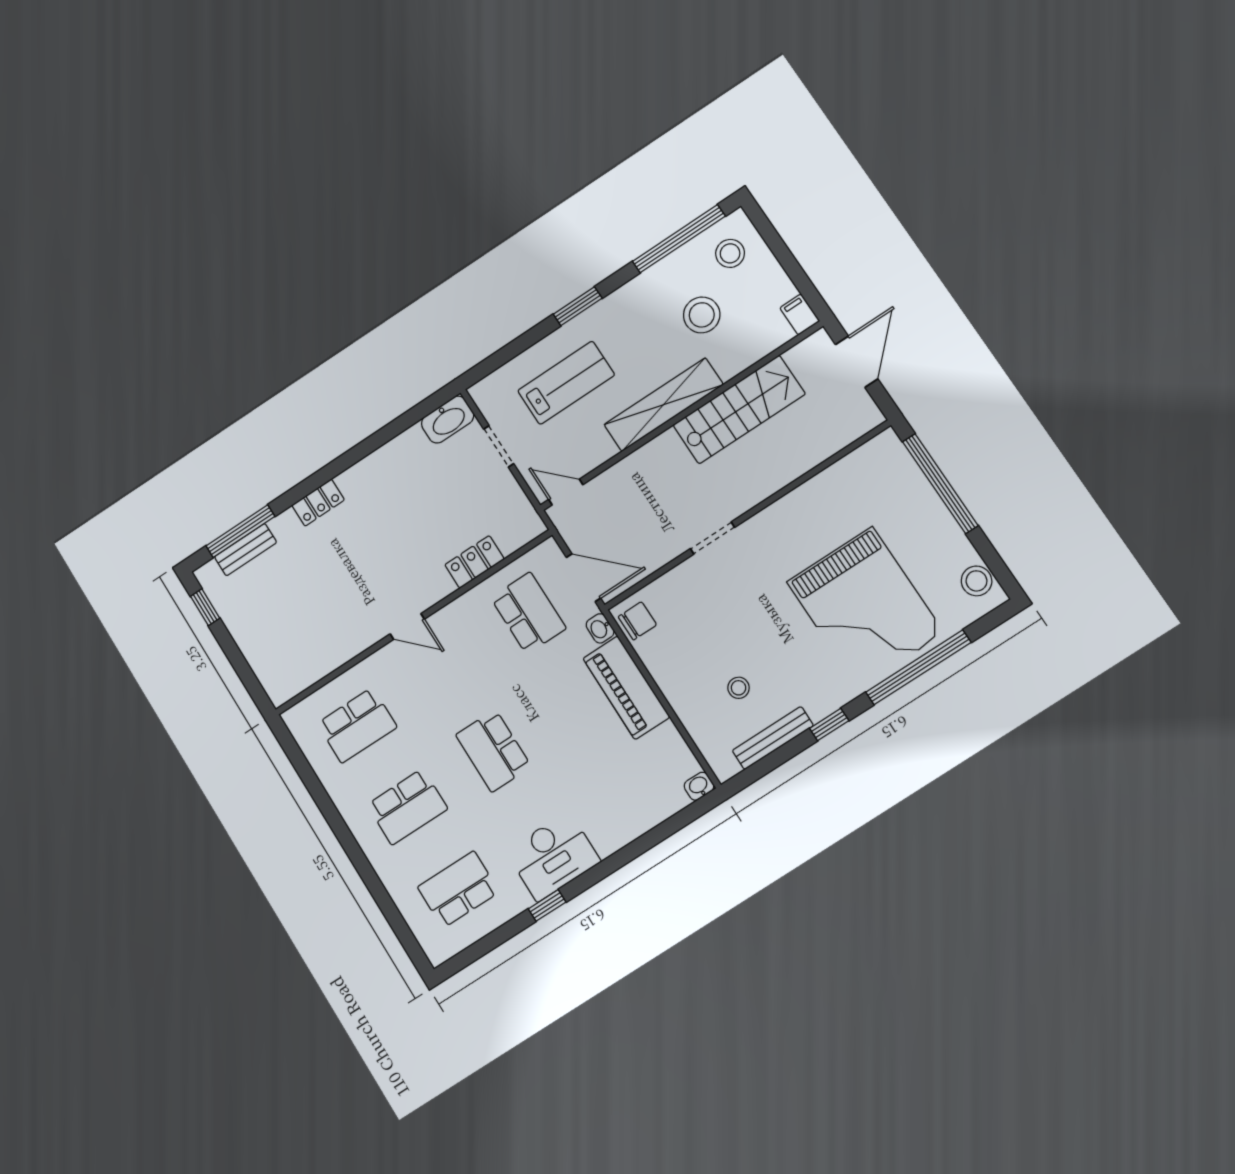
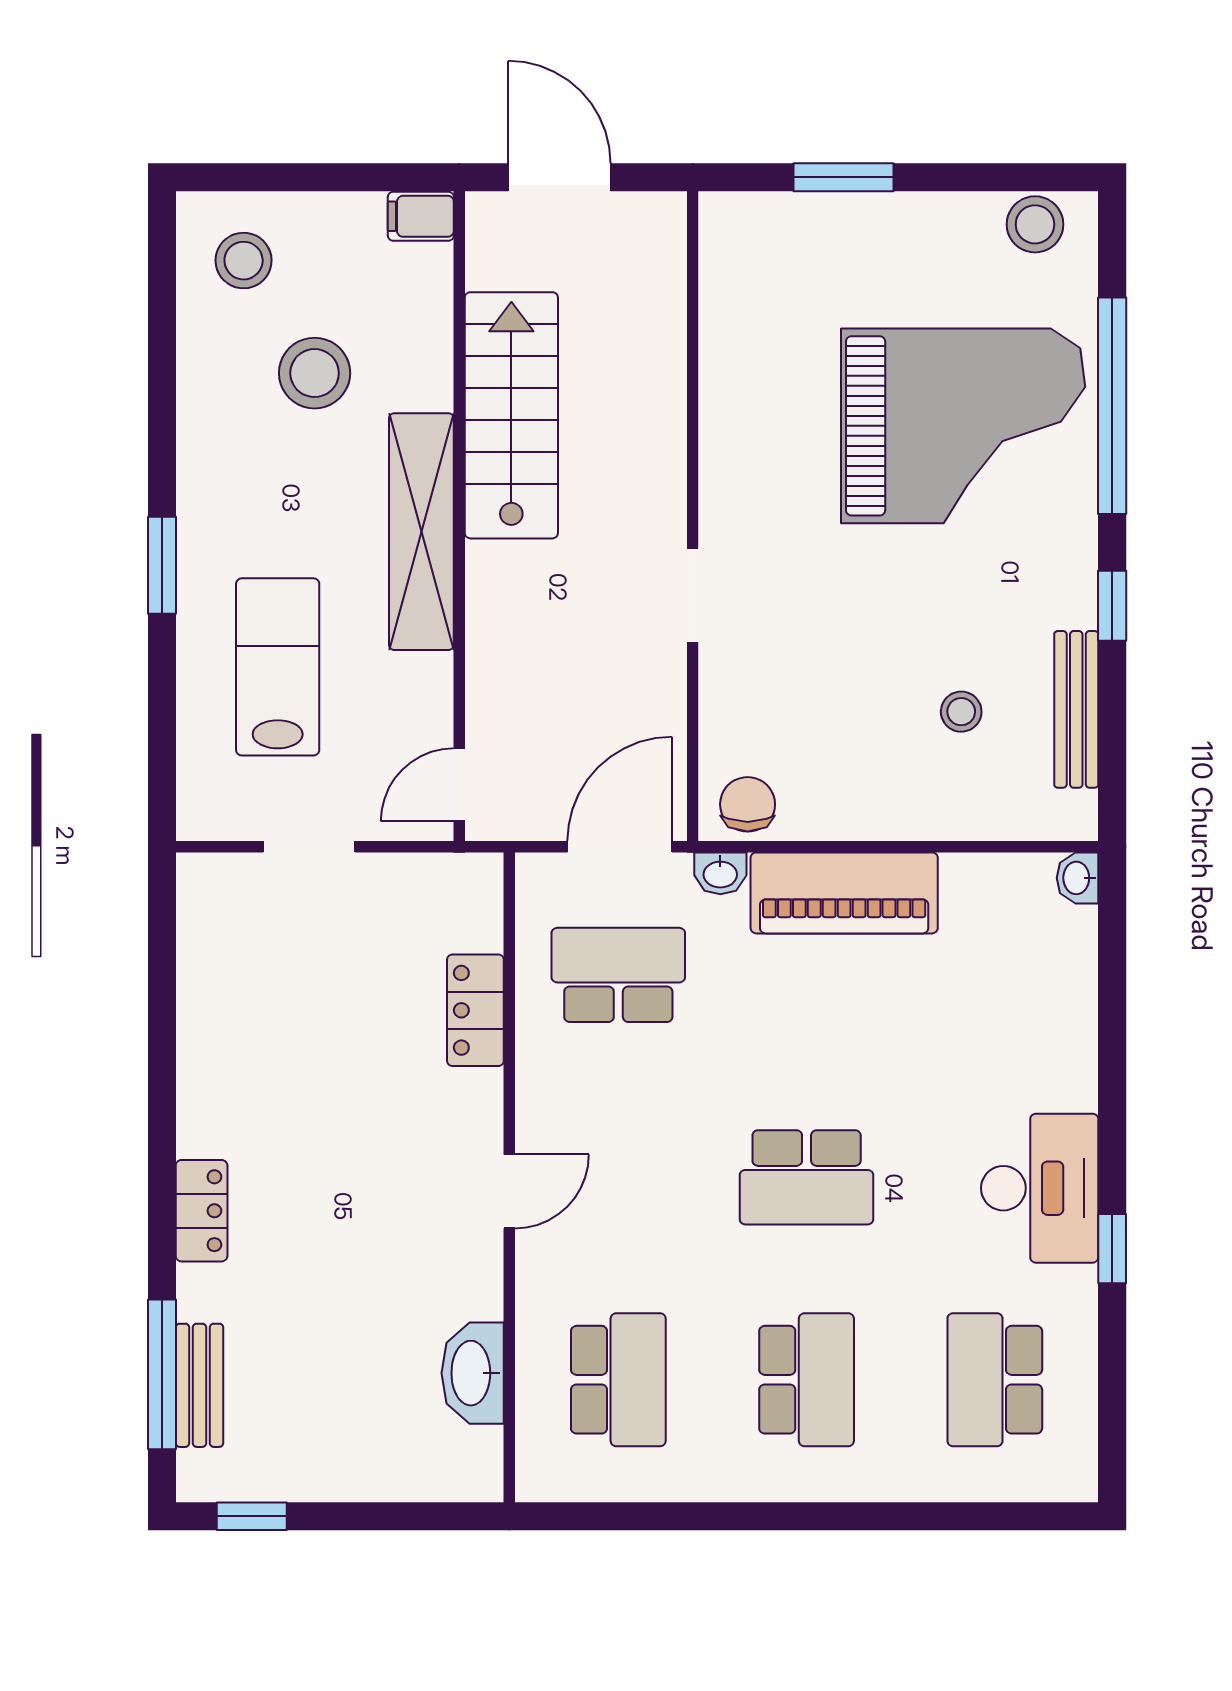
window: (679, 239) -> (162, 327), removed
washbasin: (448, 420) -> (473, 1373), moved, turned 180
window: (940, 484) -> (843, 177), width x0.47

